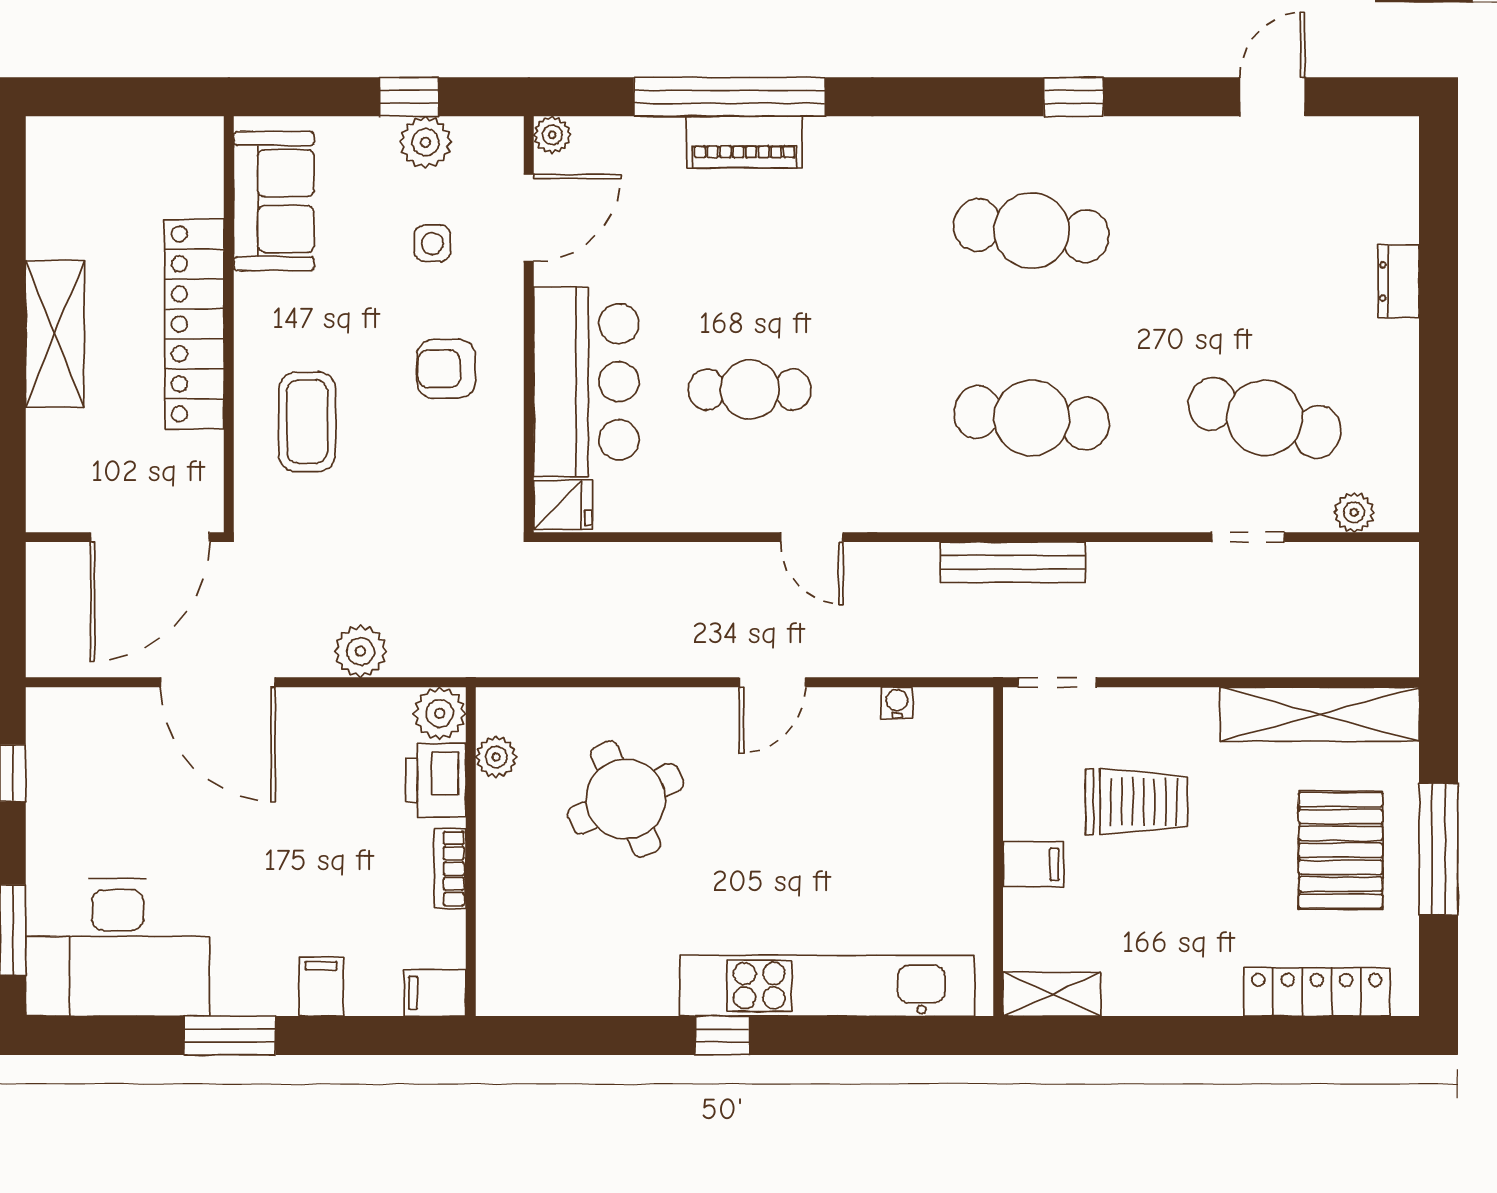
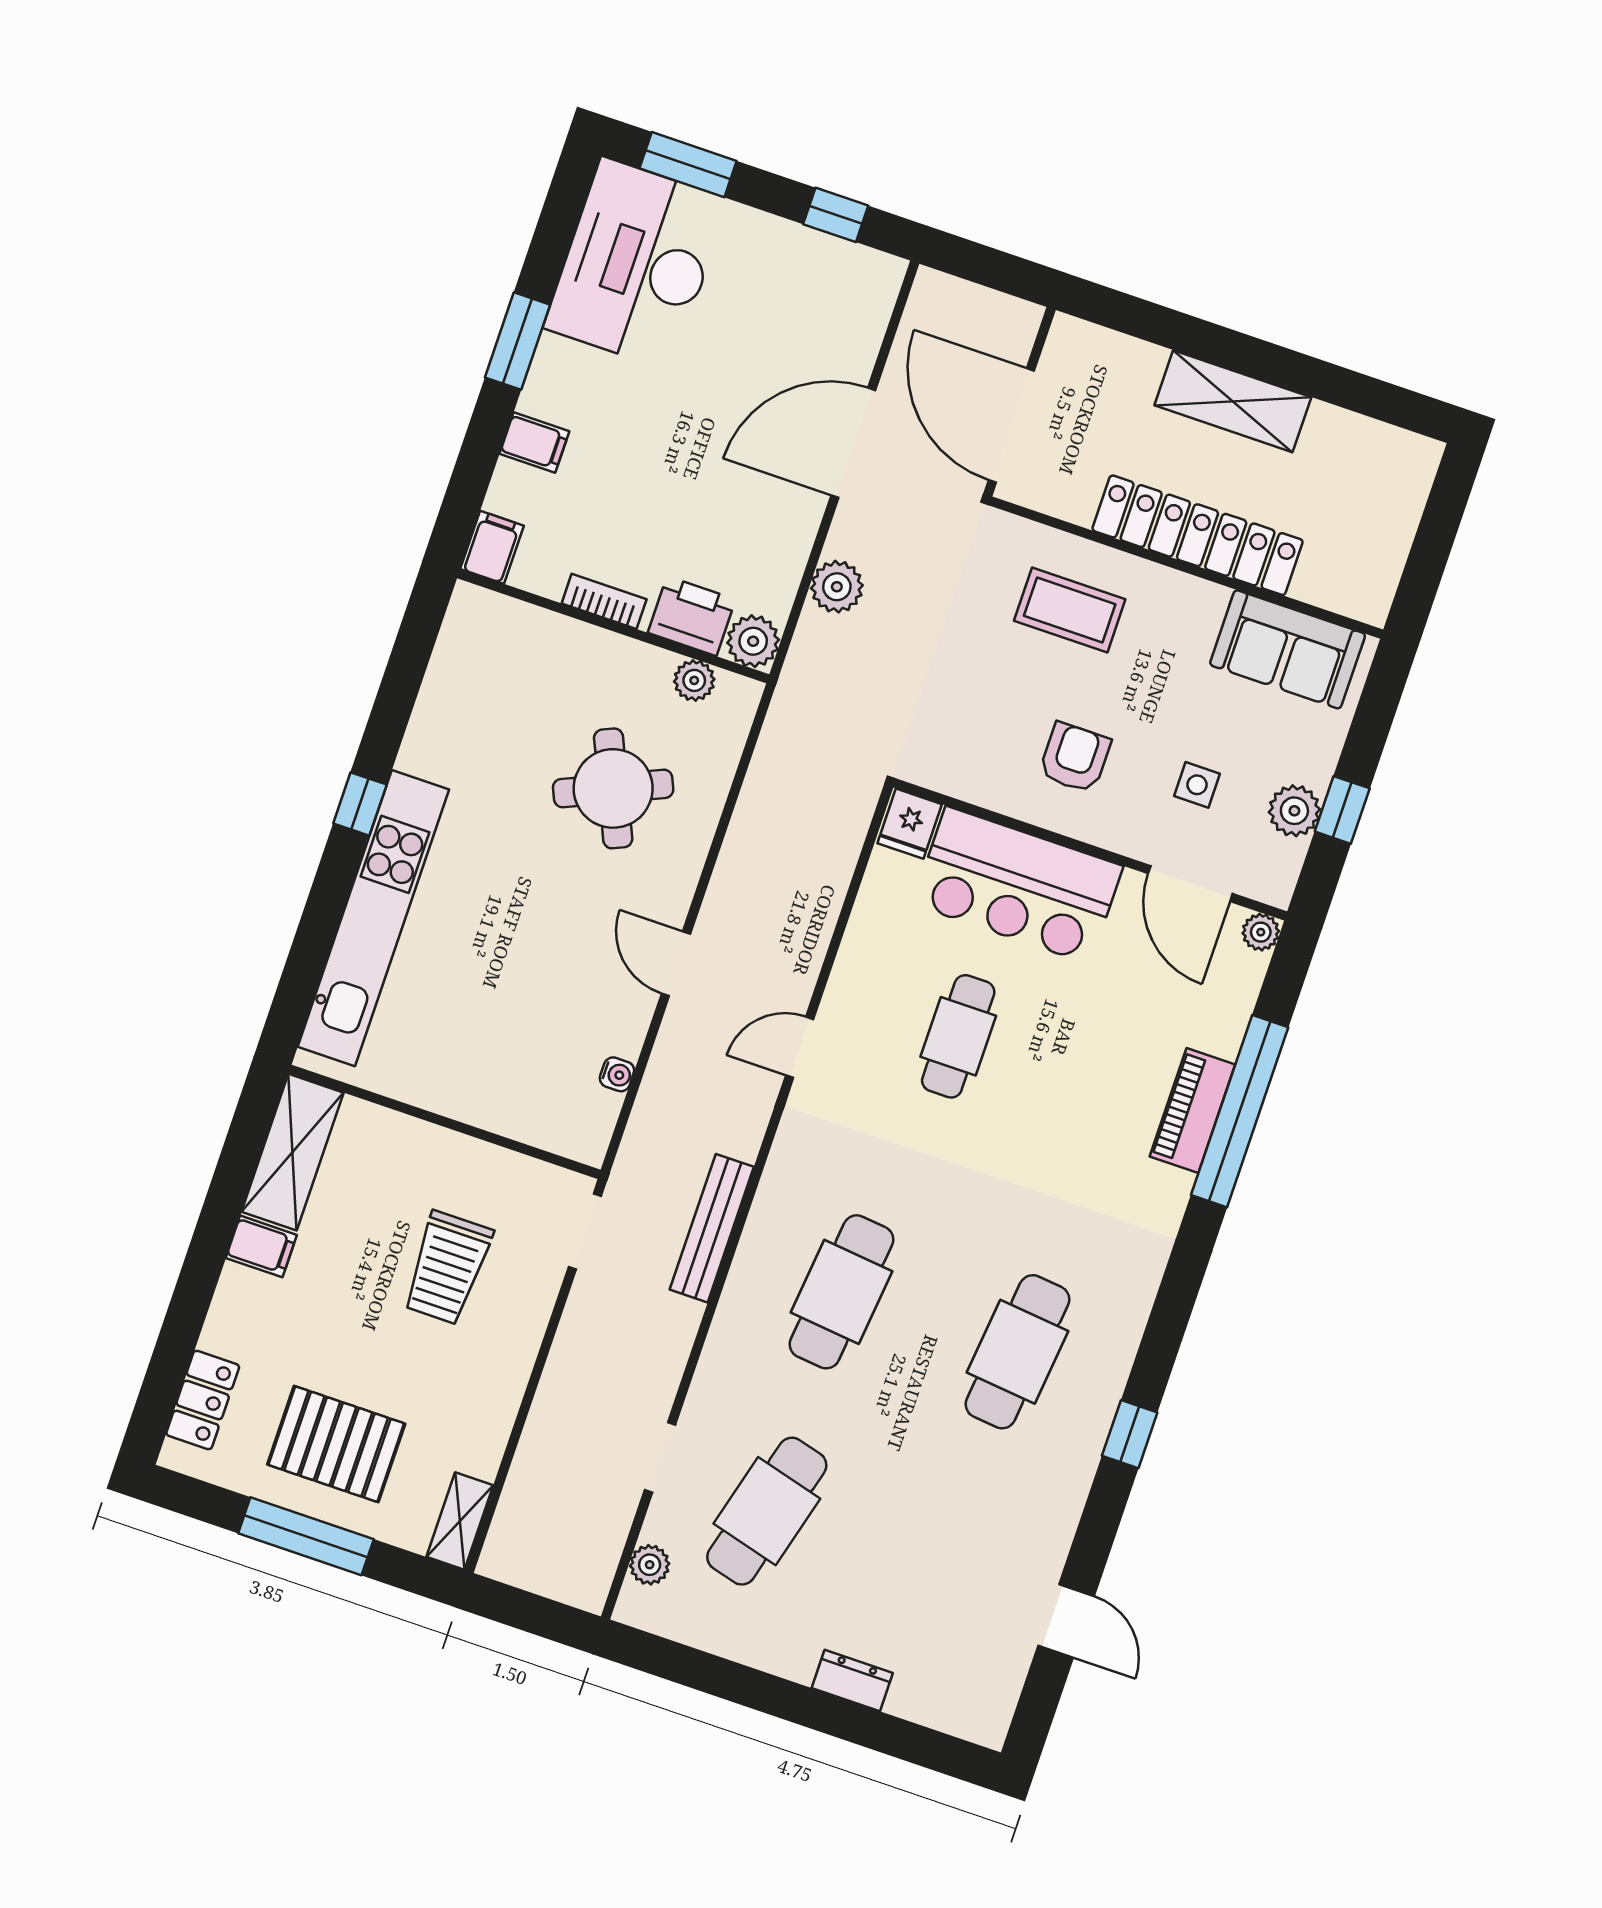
shelving: (1320, 714) -> (460, 1521), width x0.45, depth x0.75
filing cabinet: (1033, 864) -> (261, 1246), moved, turned -90
locker: (1317, 992) -> (203, 1400), width x0.66
shelving: (1052, 994) -> (293, 1152), width x1.50, depth x1.33

